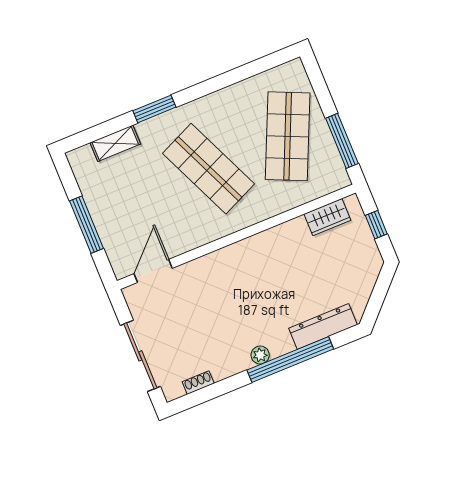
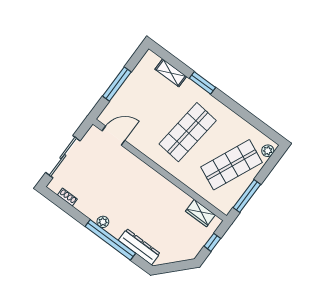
plant: (298, 76) -> (268, 151), added
shop shelf: (208, 169) -> (188, 132), turned 30

